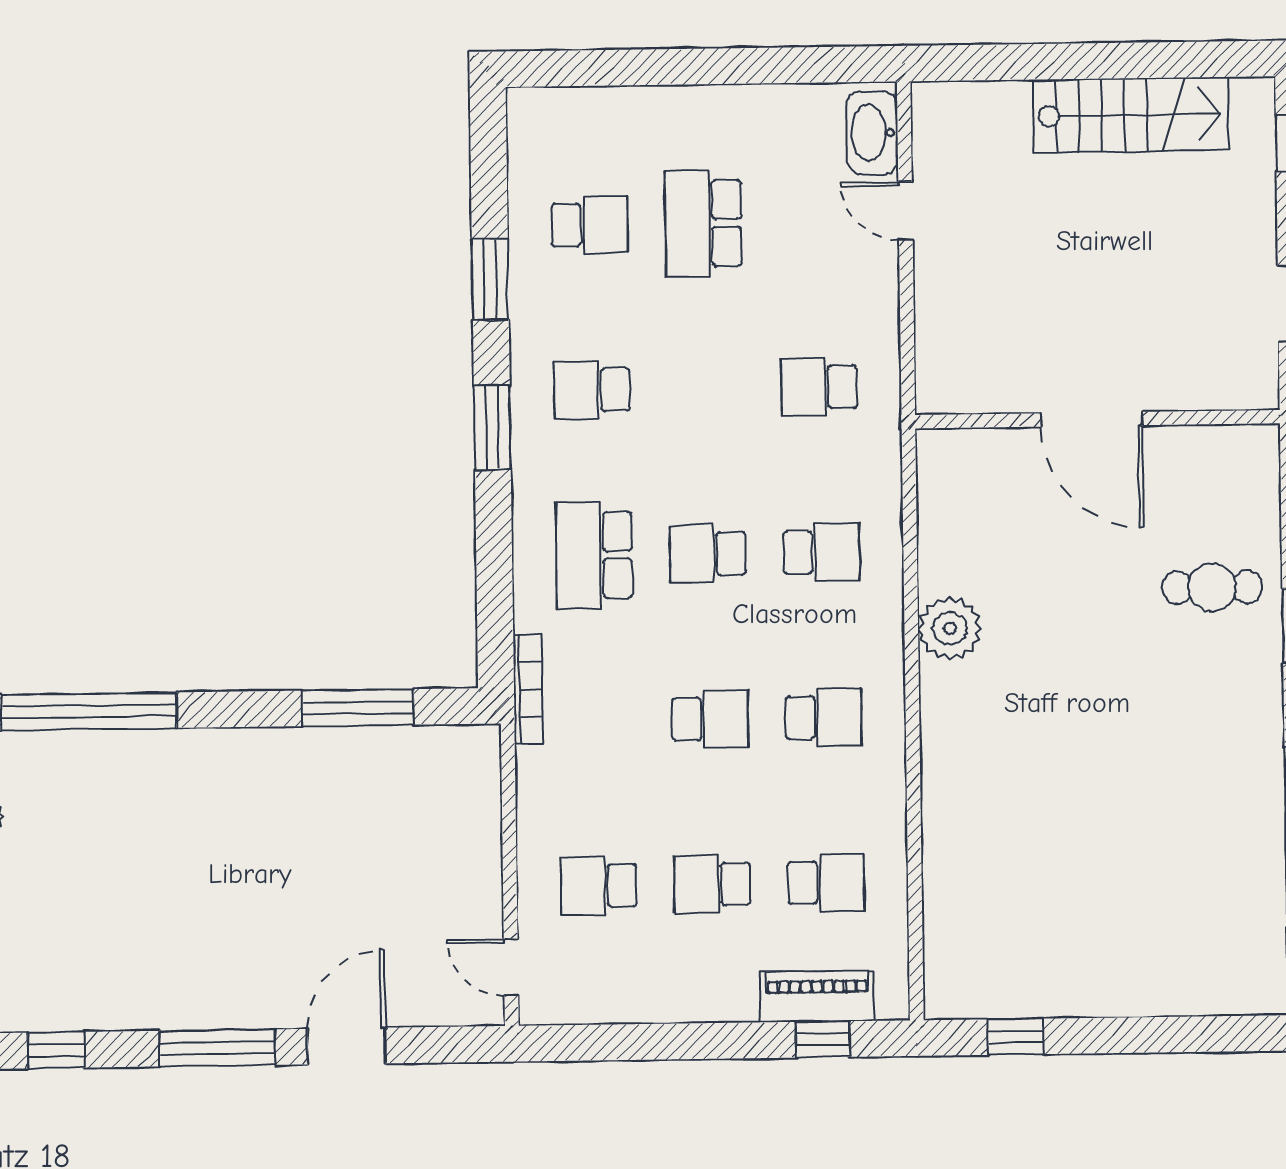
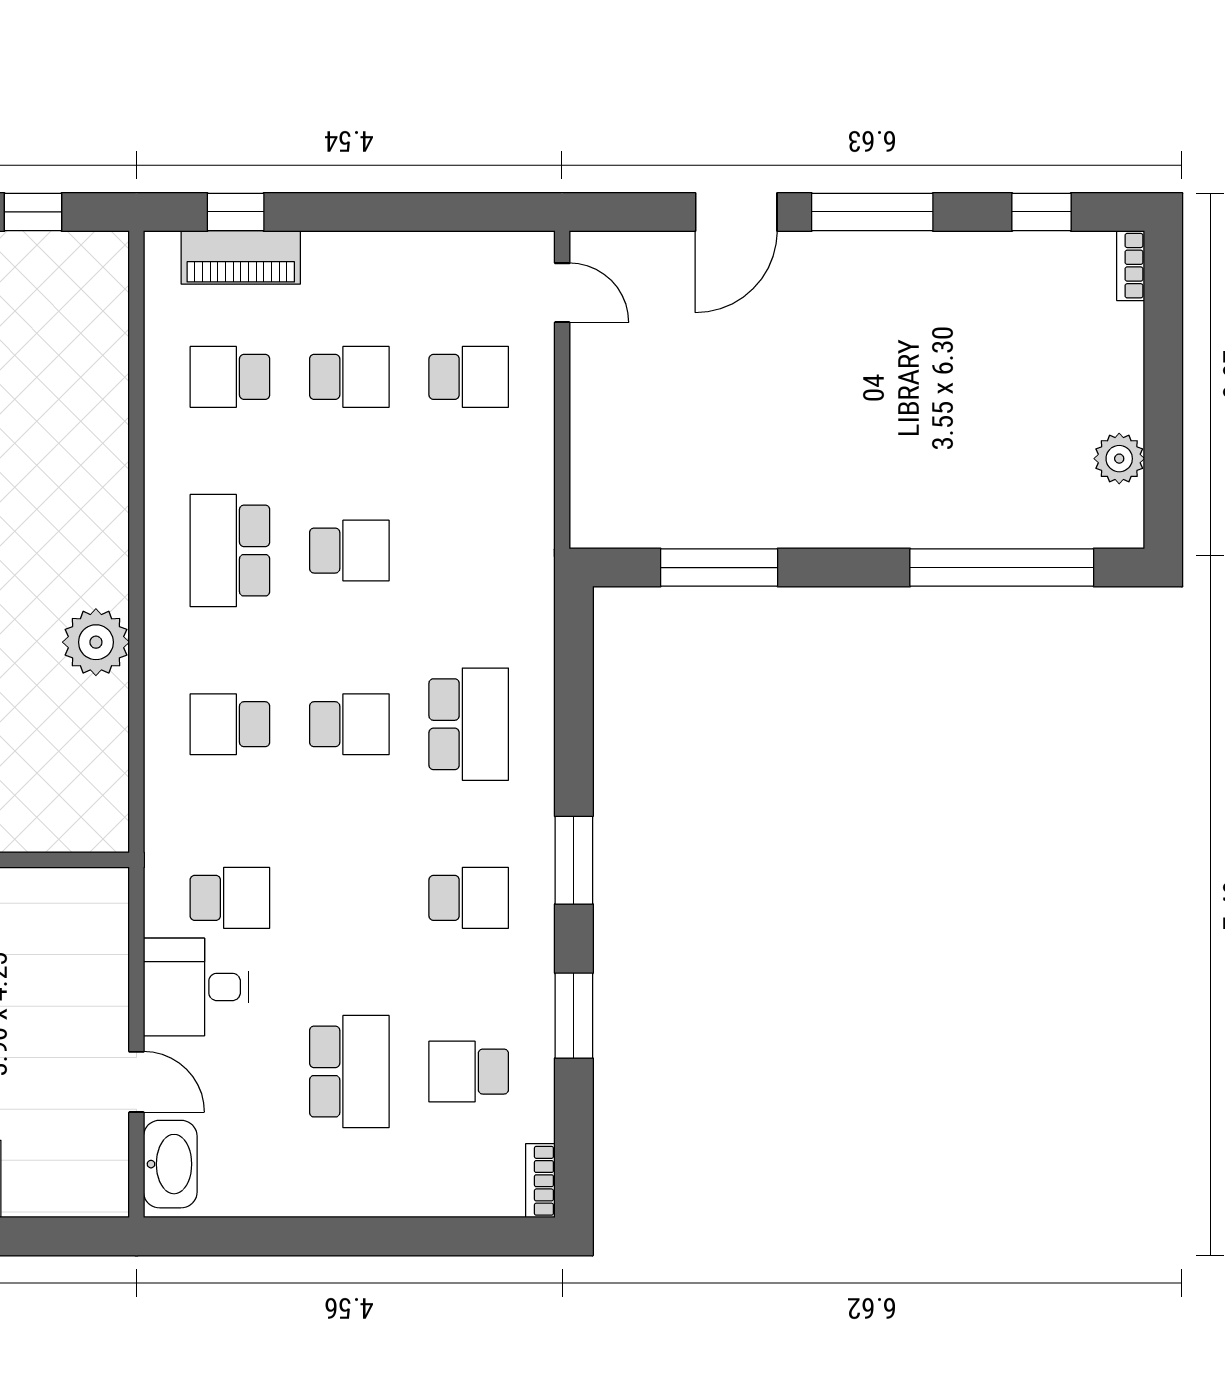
desk: (850, 302) -> (196, 987), added
bookcase: (528, 689) -> (540, 1181), moved, width x0.64
school desk: (824, 717) -> (230, 551), width x1.85
school desk: (710, 719) -> (349, 551), turned 180

